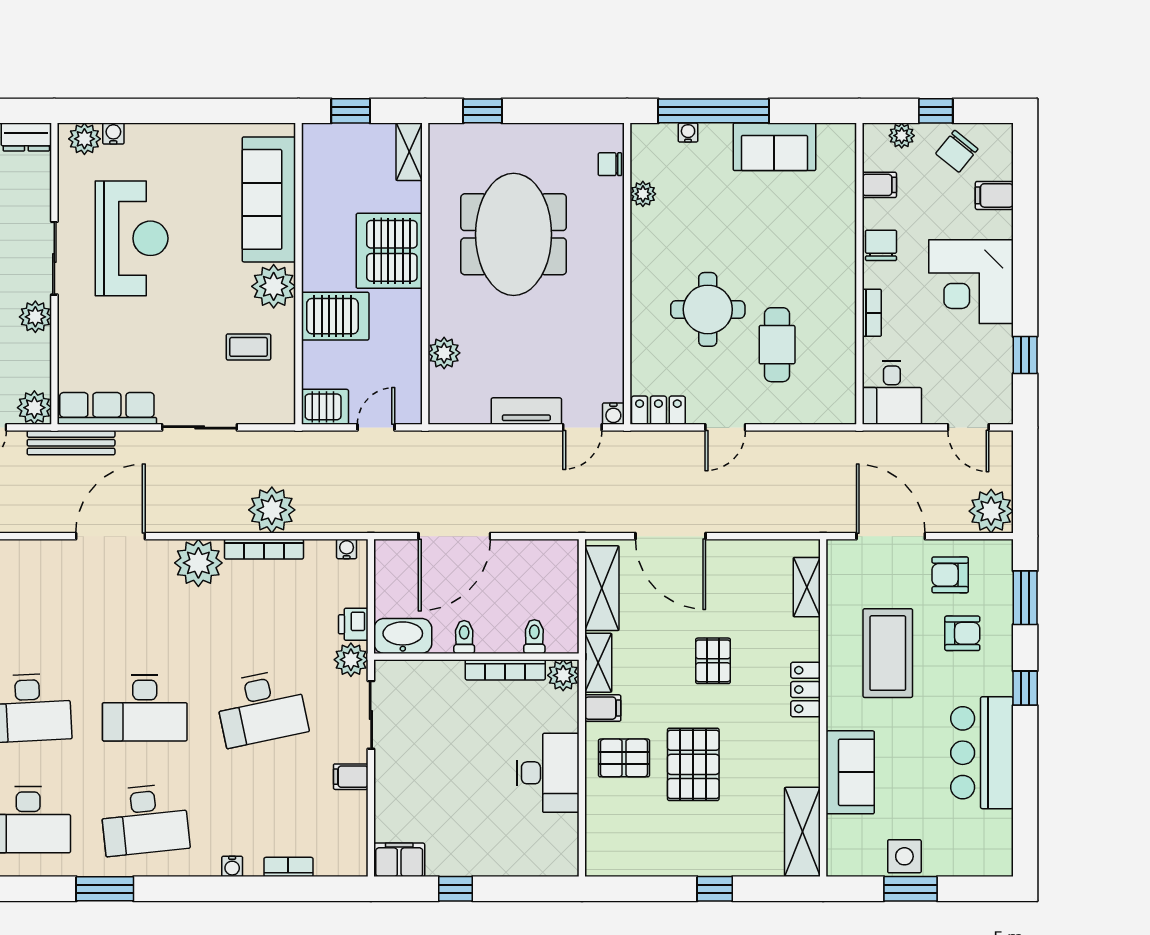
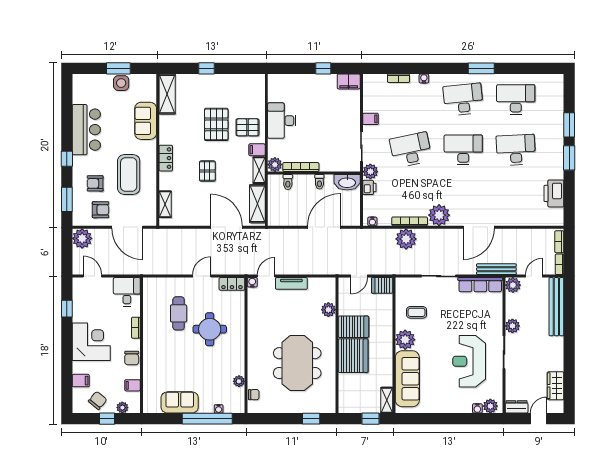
shelving: (409, 152) -> (387, 400), moved
server rack: (335, 316) -> (353, 327), moved, turned 180

